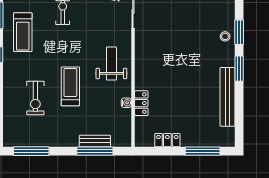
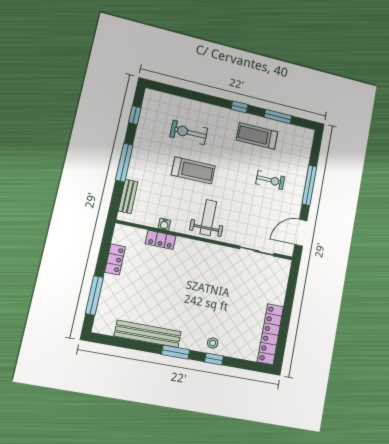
window: (239, 32) -> (214, 359), width x0.67
weight bench: (111, 63) -> (208, 218), turned -90
bench: (95, 141) -> (128, 196), moved
window: (31, 151) -> (135, 115), width x0.46
window: (95, 151) -> (124, 163), moved

